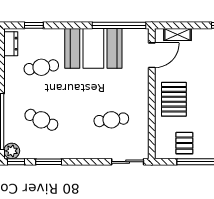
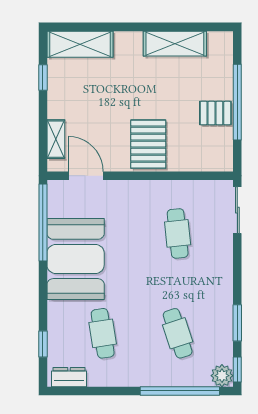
pallet: (174, 99) -> (148, 144), turned 90
cafe table: (41, 120) -> (178, 333), turned -42
pallet: (184, 143) -> (215, 113), moved

